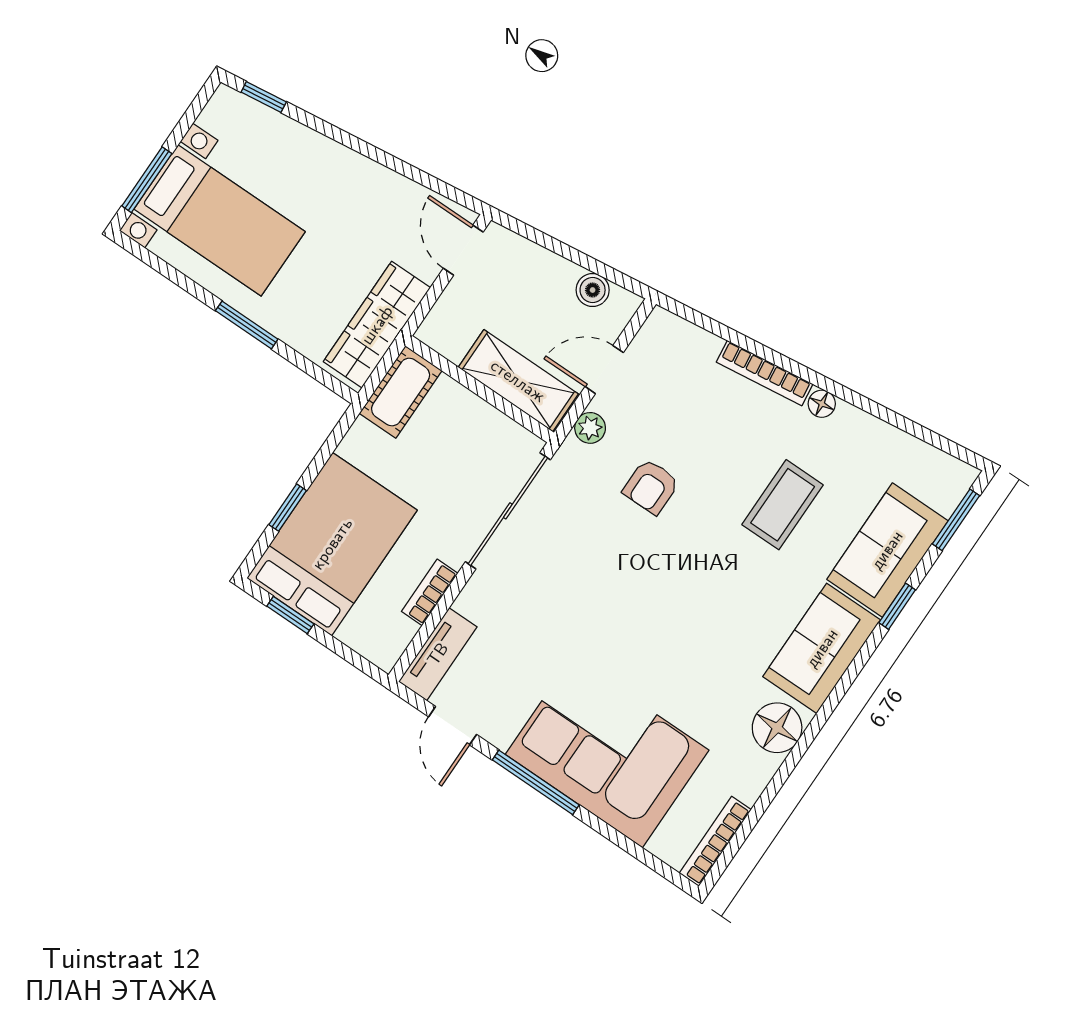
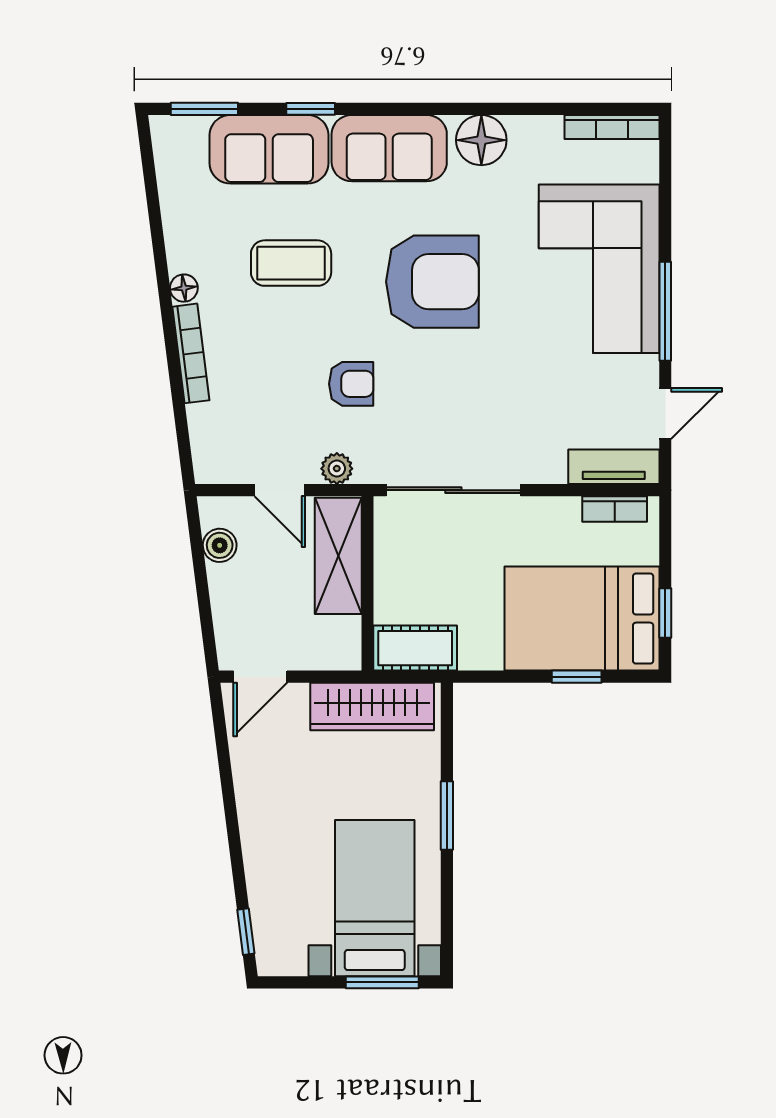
bookcase: (430, 592) -> (615, 509), moved
armchair: (689, 609) -> (432, 282), added

